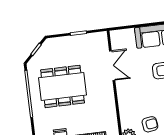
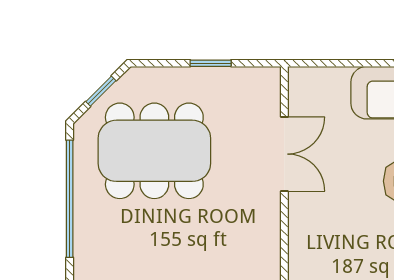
dining table: (63, 86) -> (154, 151), moved

